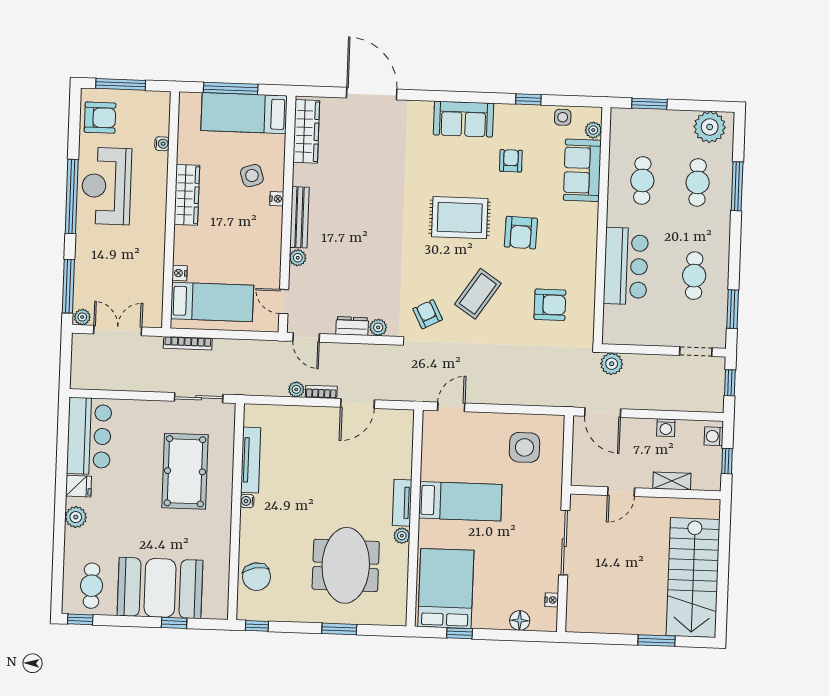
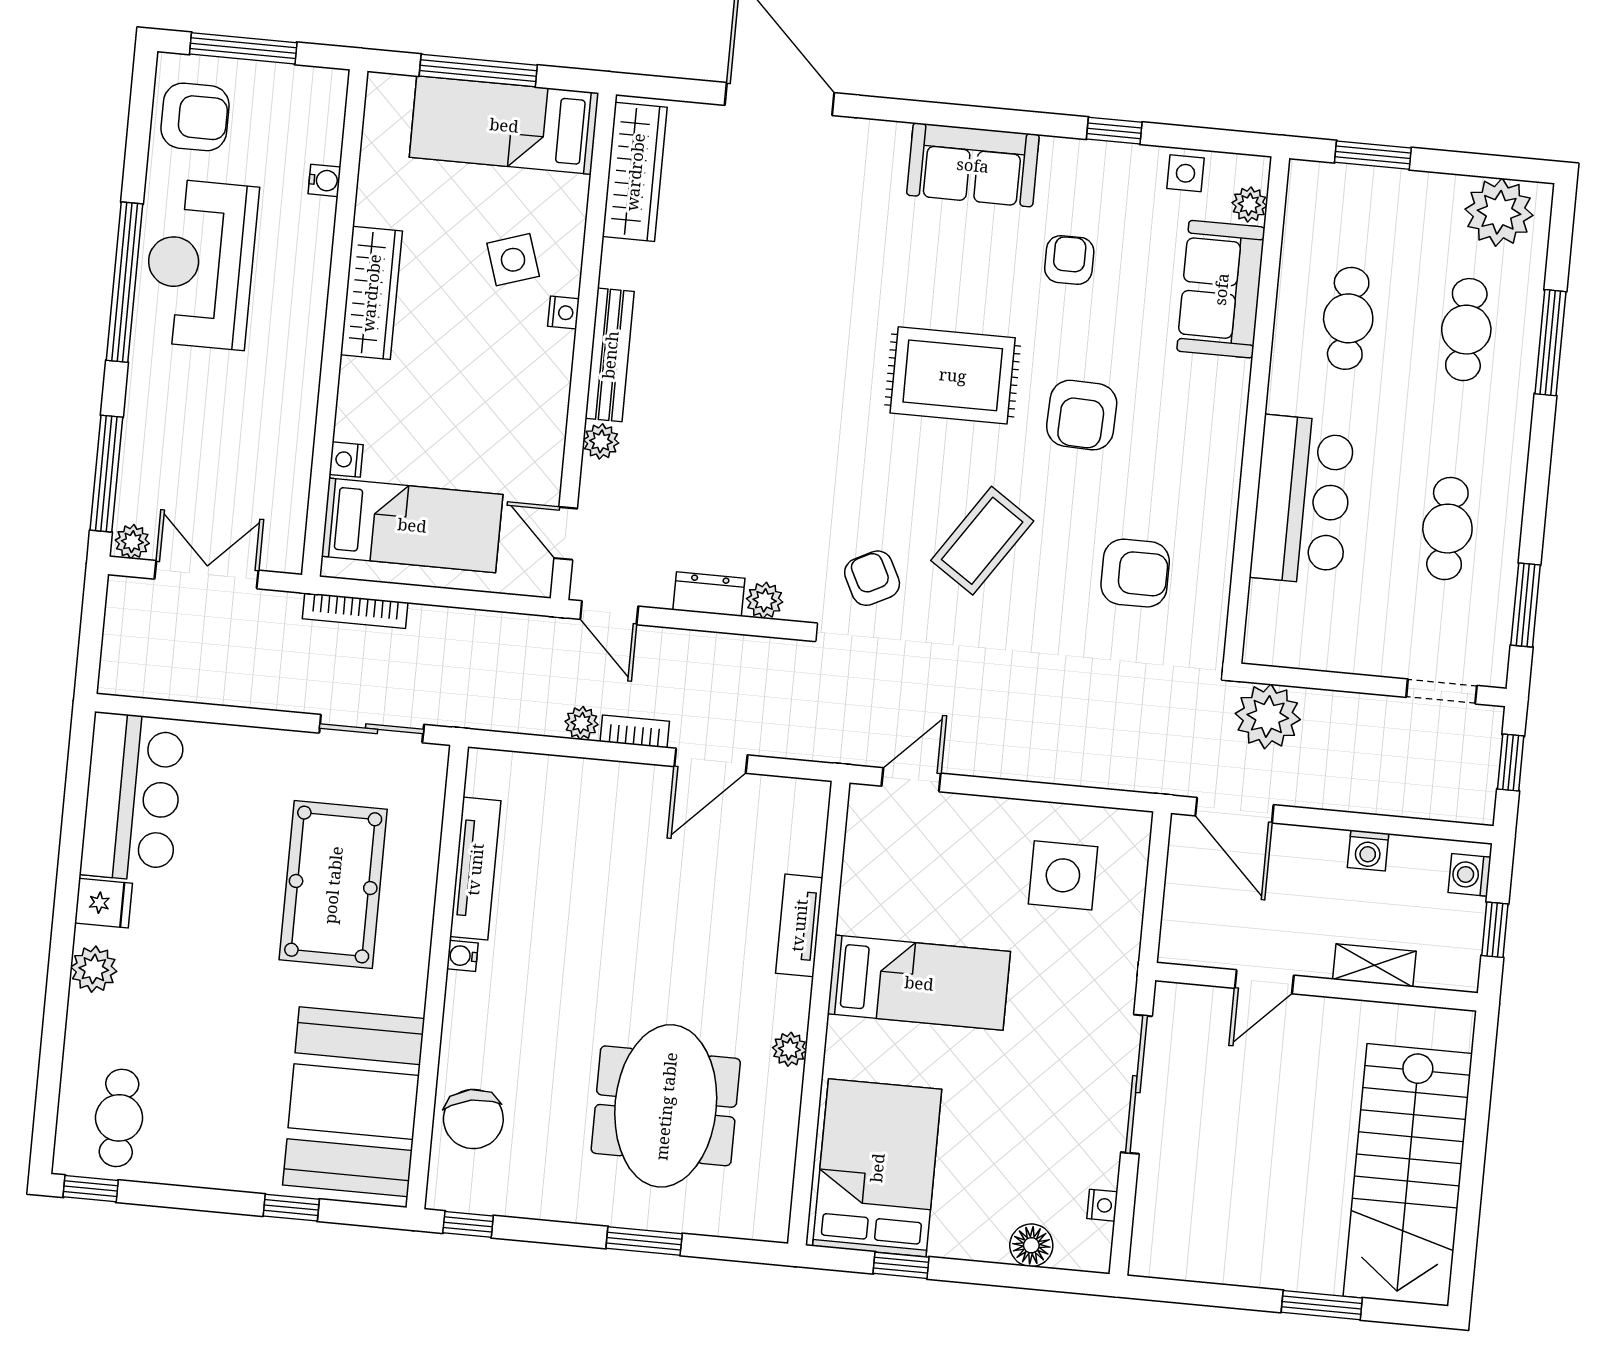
plant: (612, 364) -> (1268, 716), width x1.36, depth x1.36
tv unit: (402, 503) -> (799, 925), moved
booth: (160, 588) -> (354, 1102), moved, turned 90

